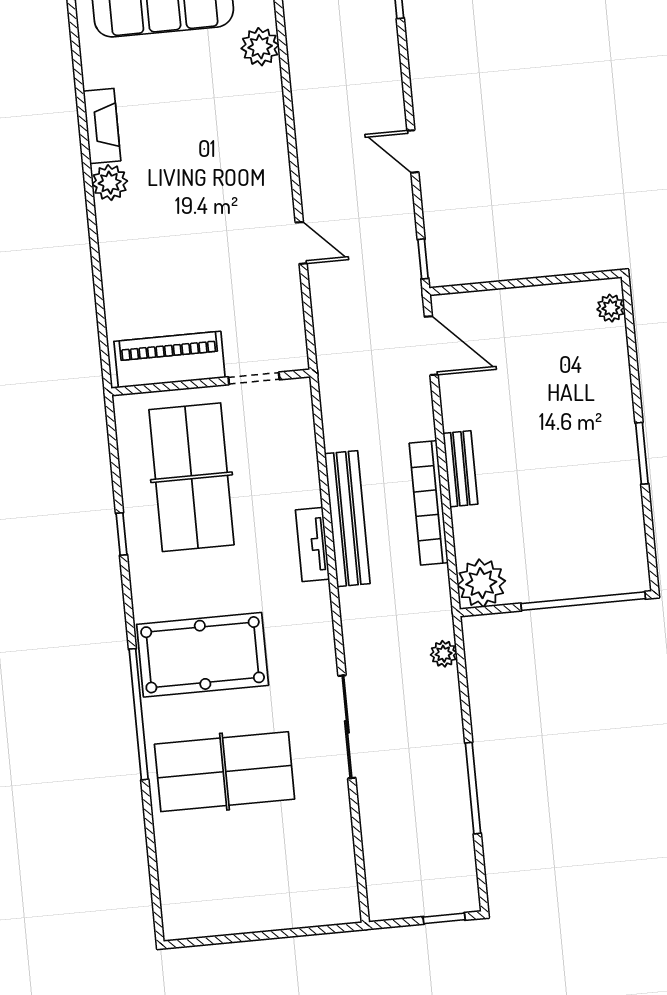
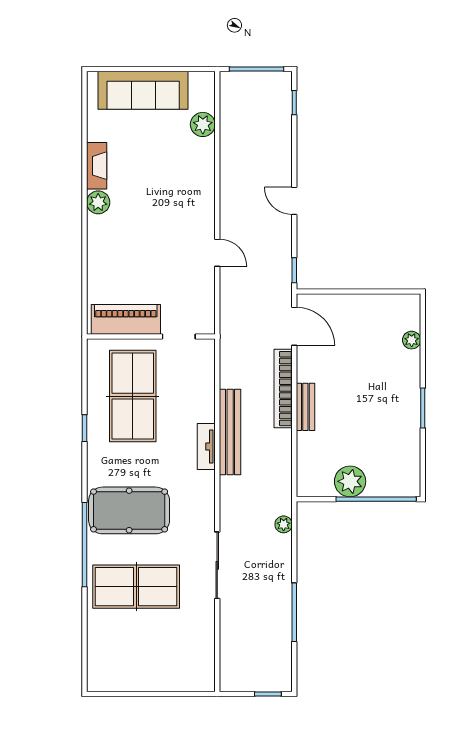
plant: (611, 308) -> (412, 340), moved
bookcase: (429, 503) -> (283, 389), moved
plant: (481, 583) -> (350, 481), moved

